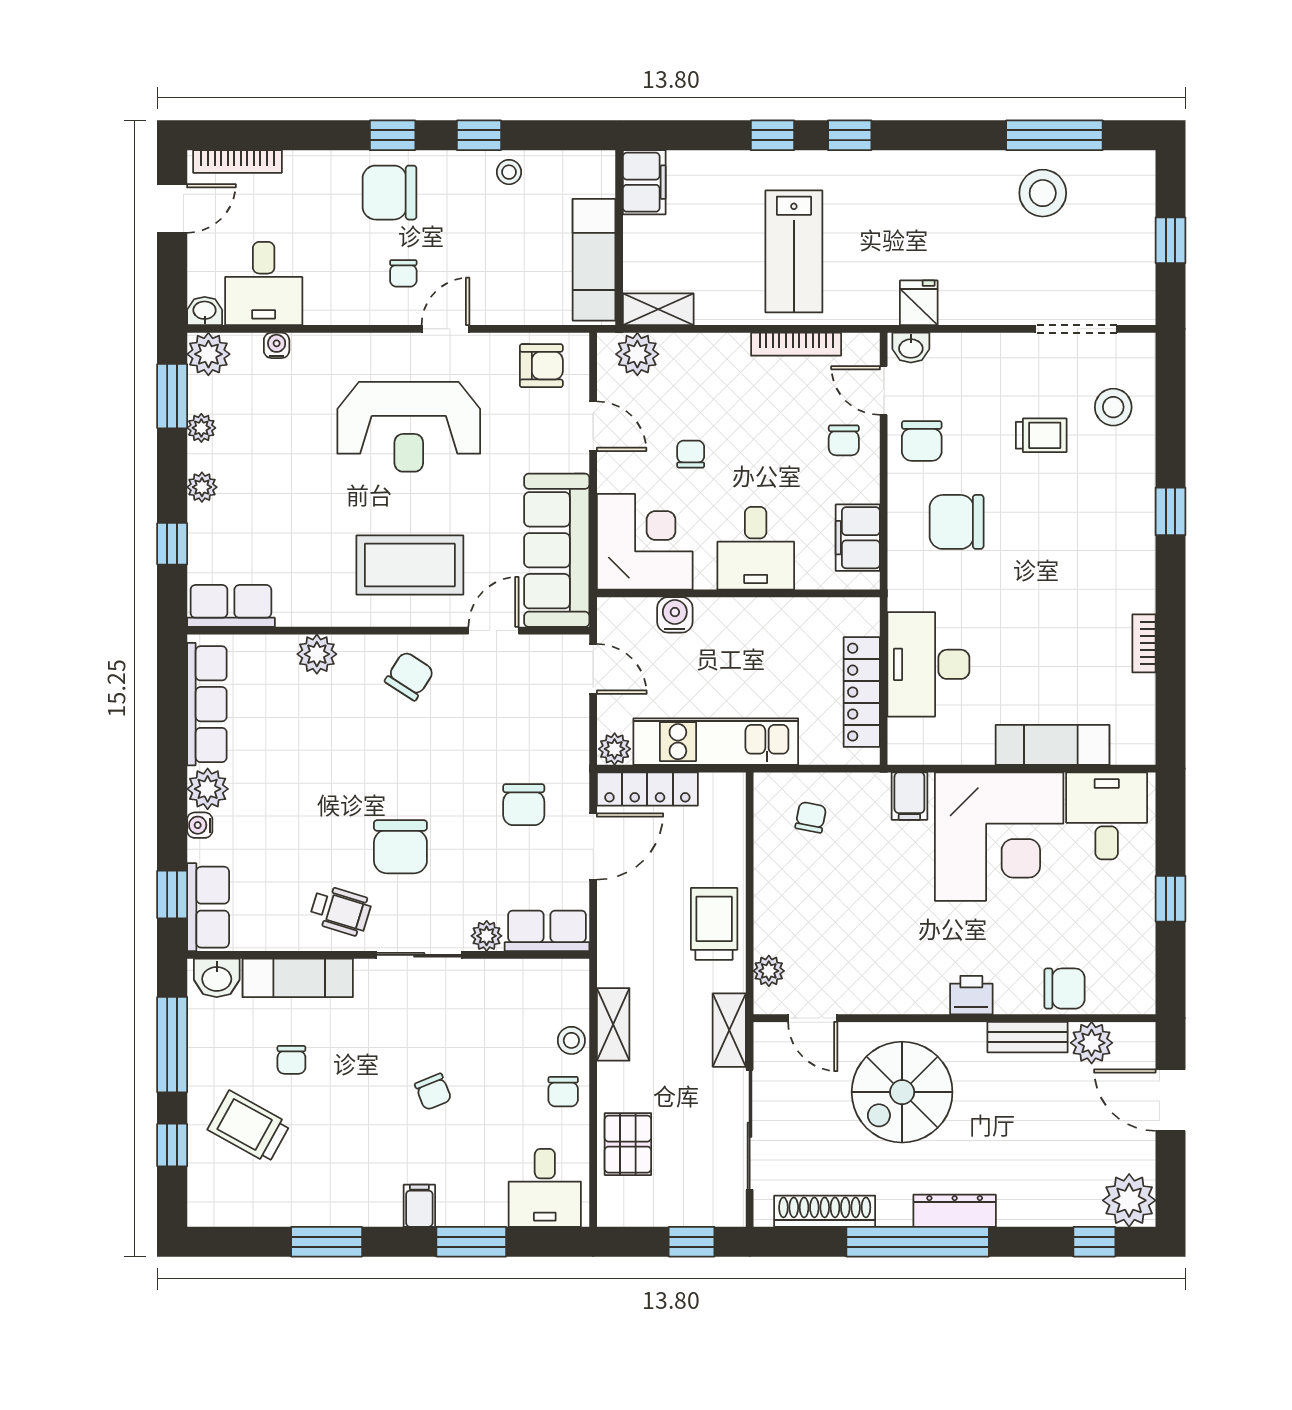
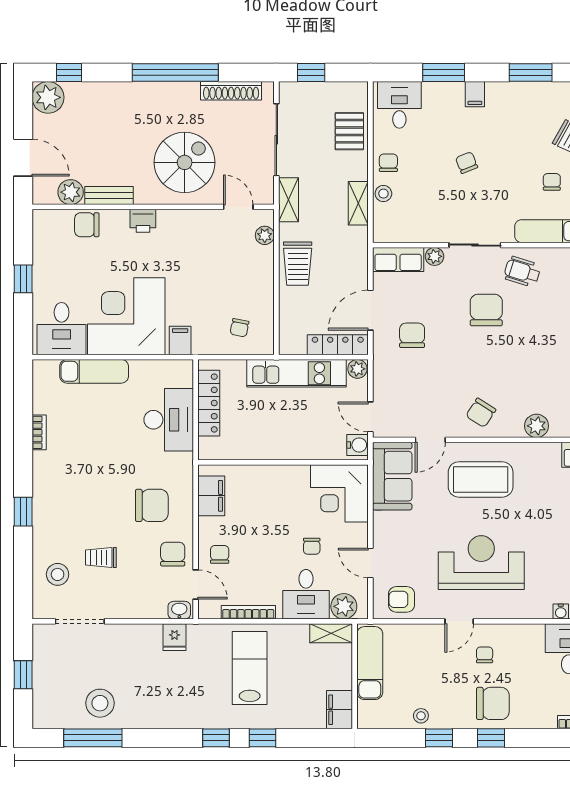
desk: (756, 548) -> (306, 594), moved, turned 180
sofa: (557, 550) -> (392, 476), width x0.73
water cooler: (675, 615) -> (358, 445), moved, turned -90
dresser: (955, 1211) -> (153, 91), removed

